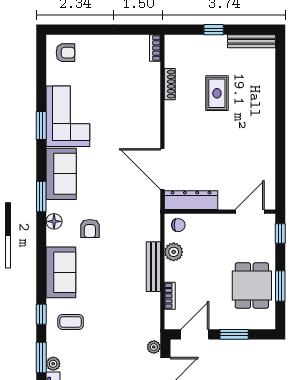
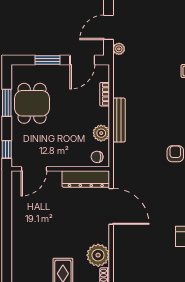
plant: (177, 114) -> (98, 255), added

